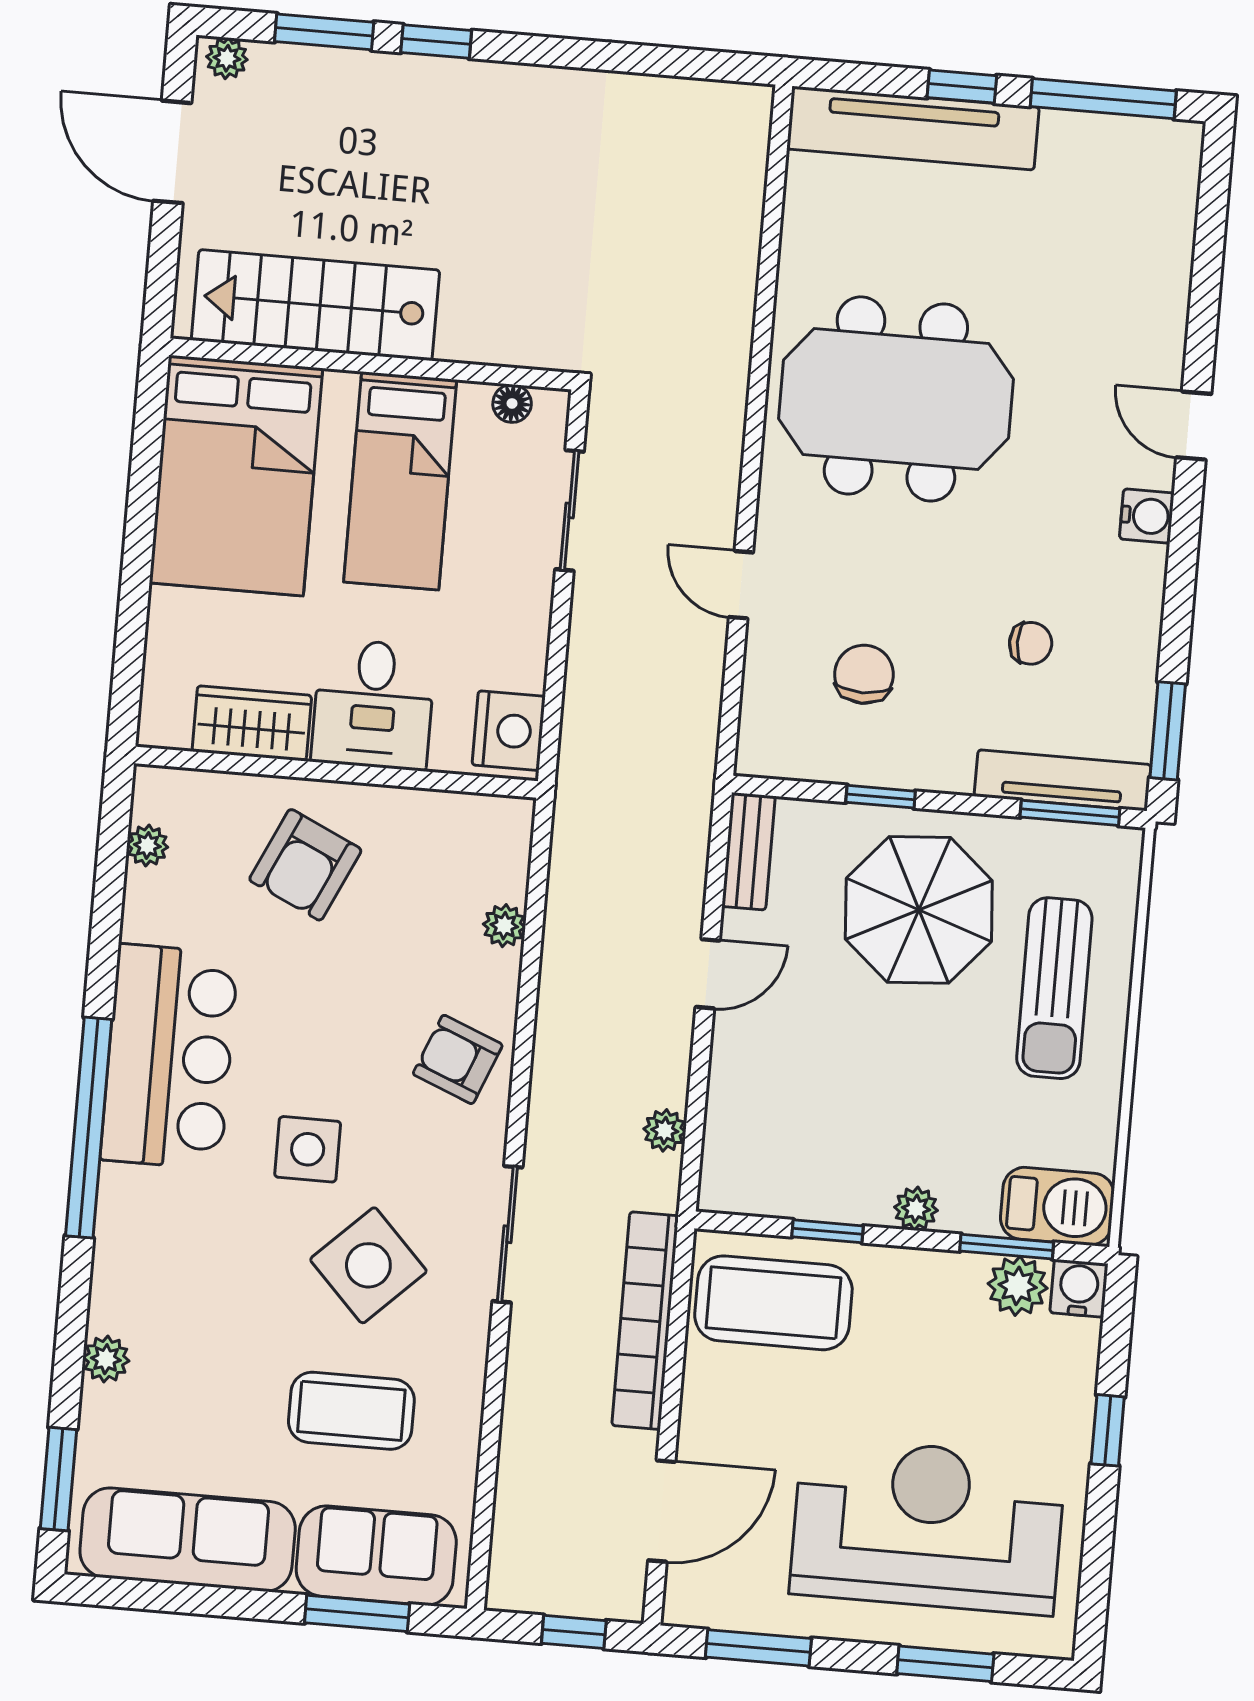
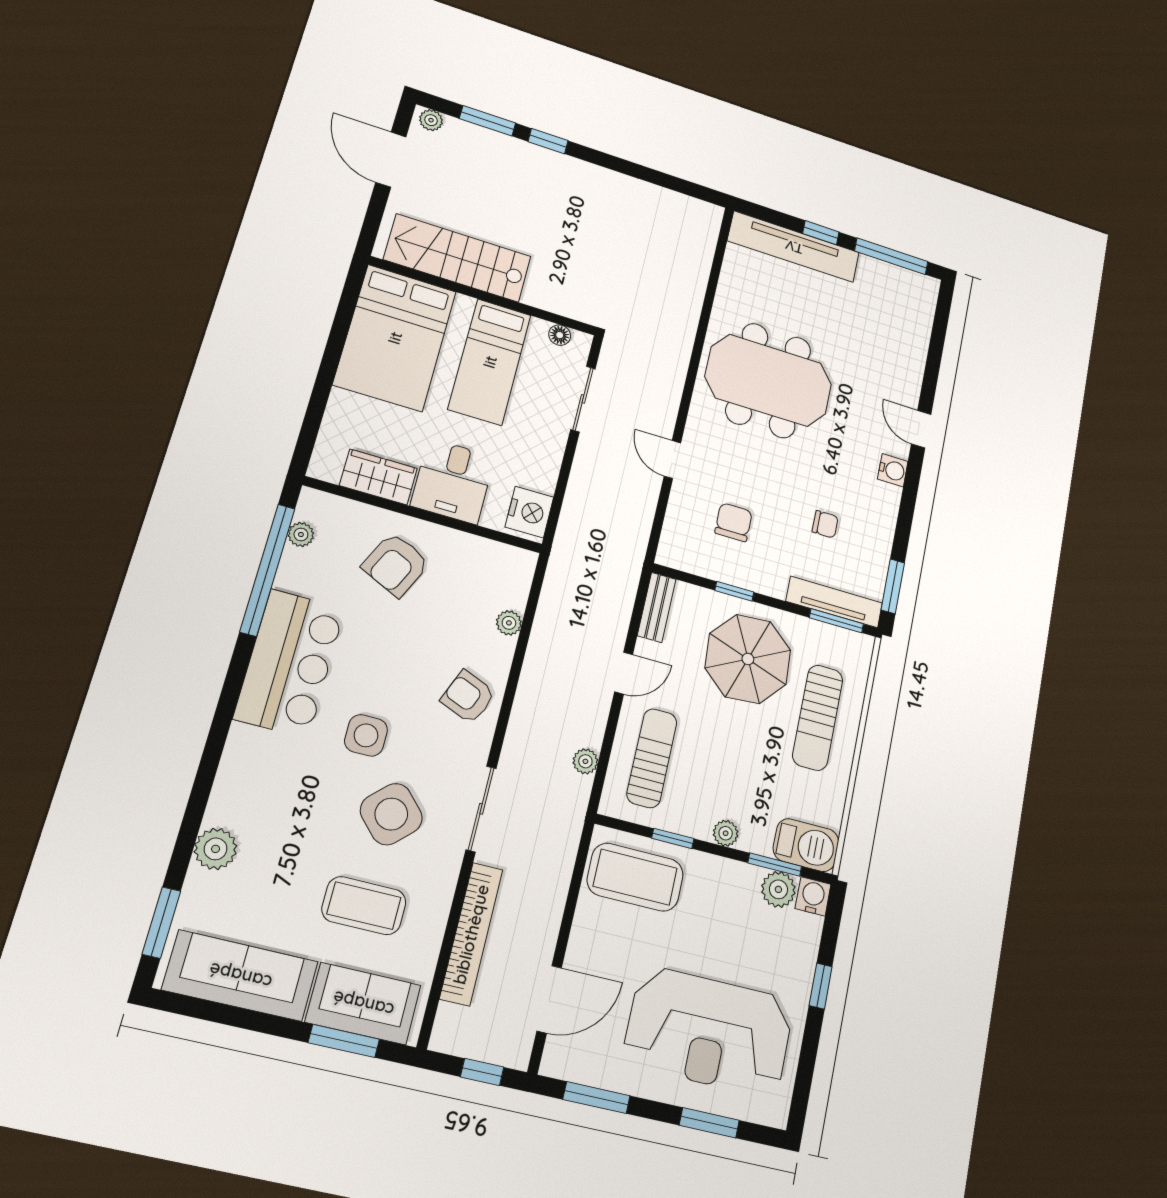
sun lounger: (775, 1106) -> (652, 758), added
window: (89, 1128) -> (268, 570), moved
bookcase: (645, 1321) -> (471, 934), moved, turned 180
plant: (106, 1359) -> (216, 849), width x1.38, depth x1.38
reception desk: (927, 1526) -> (709, 1031), turned 180

